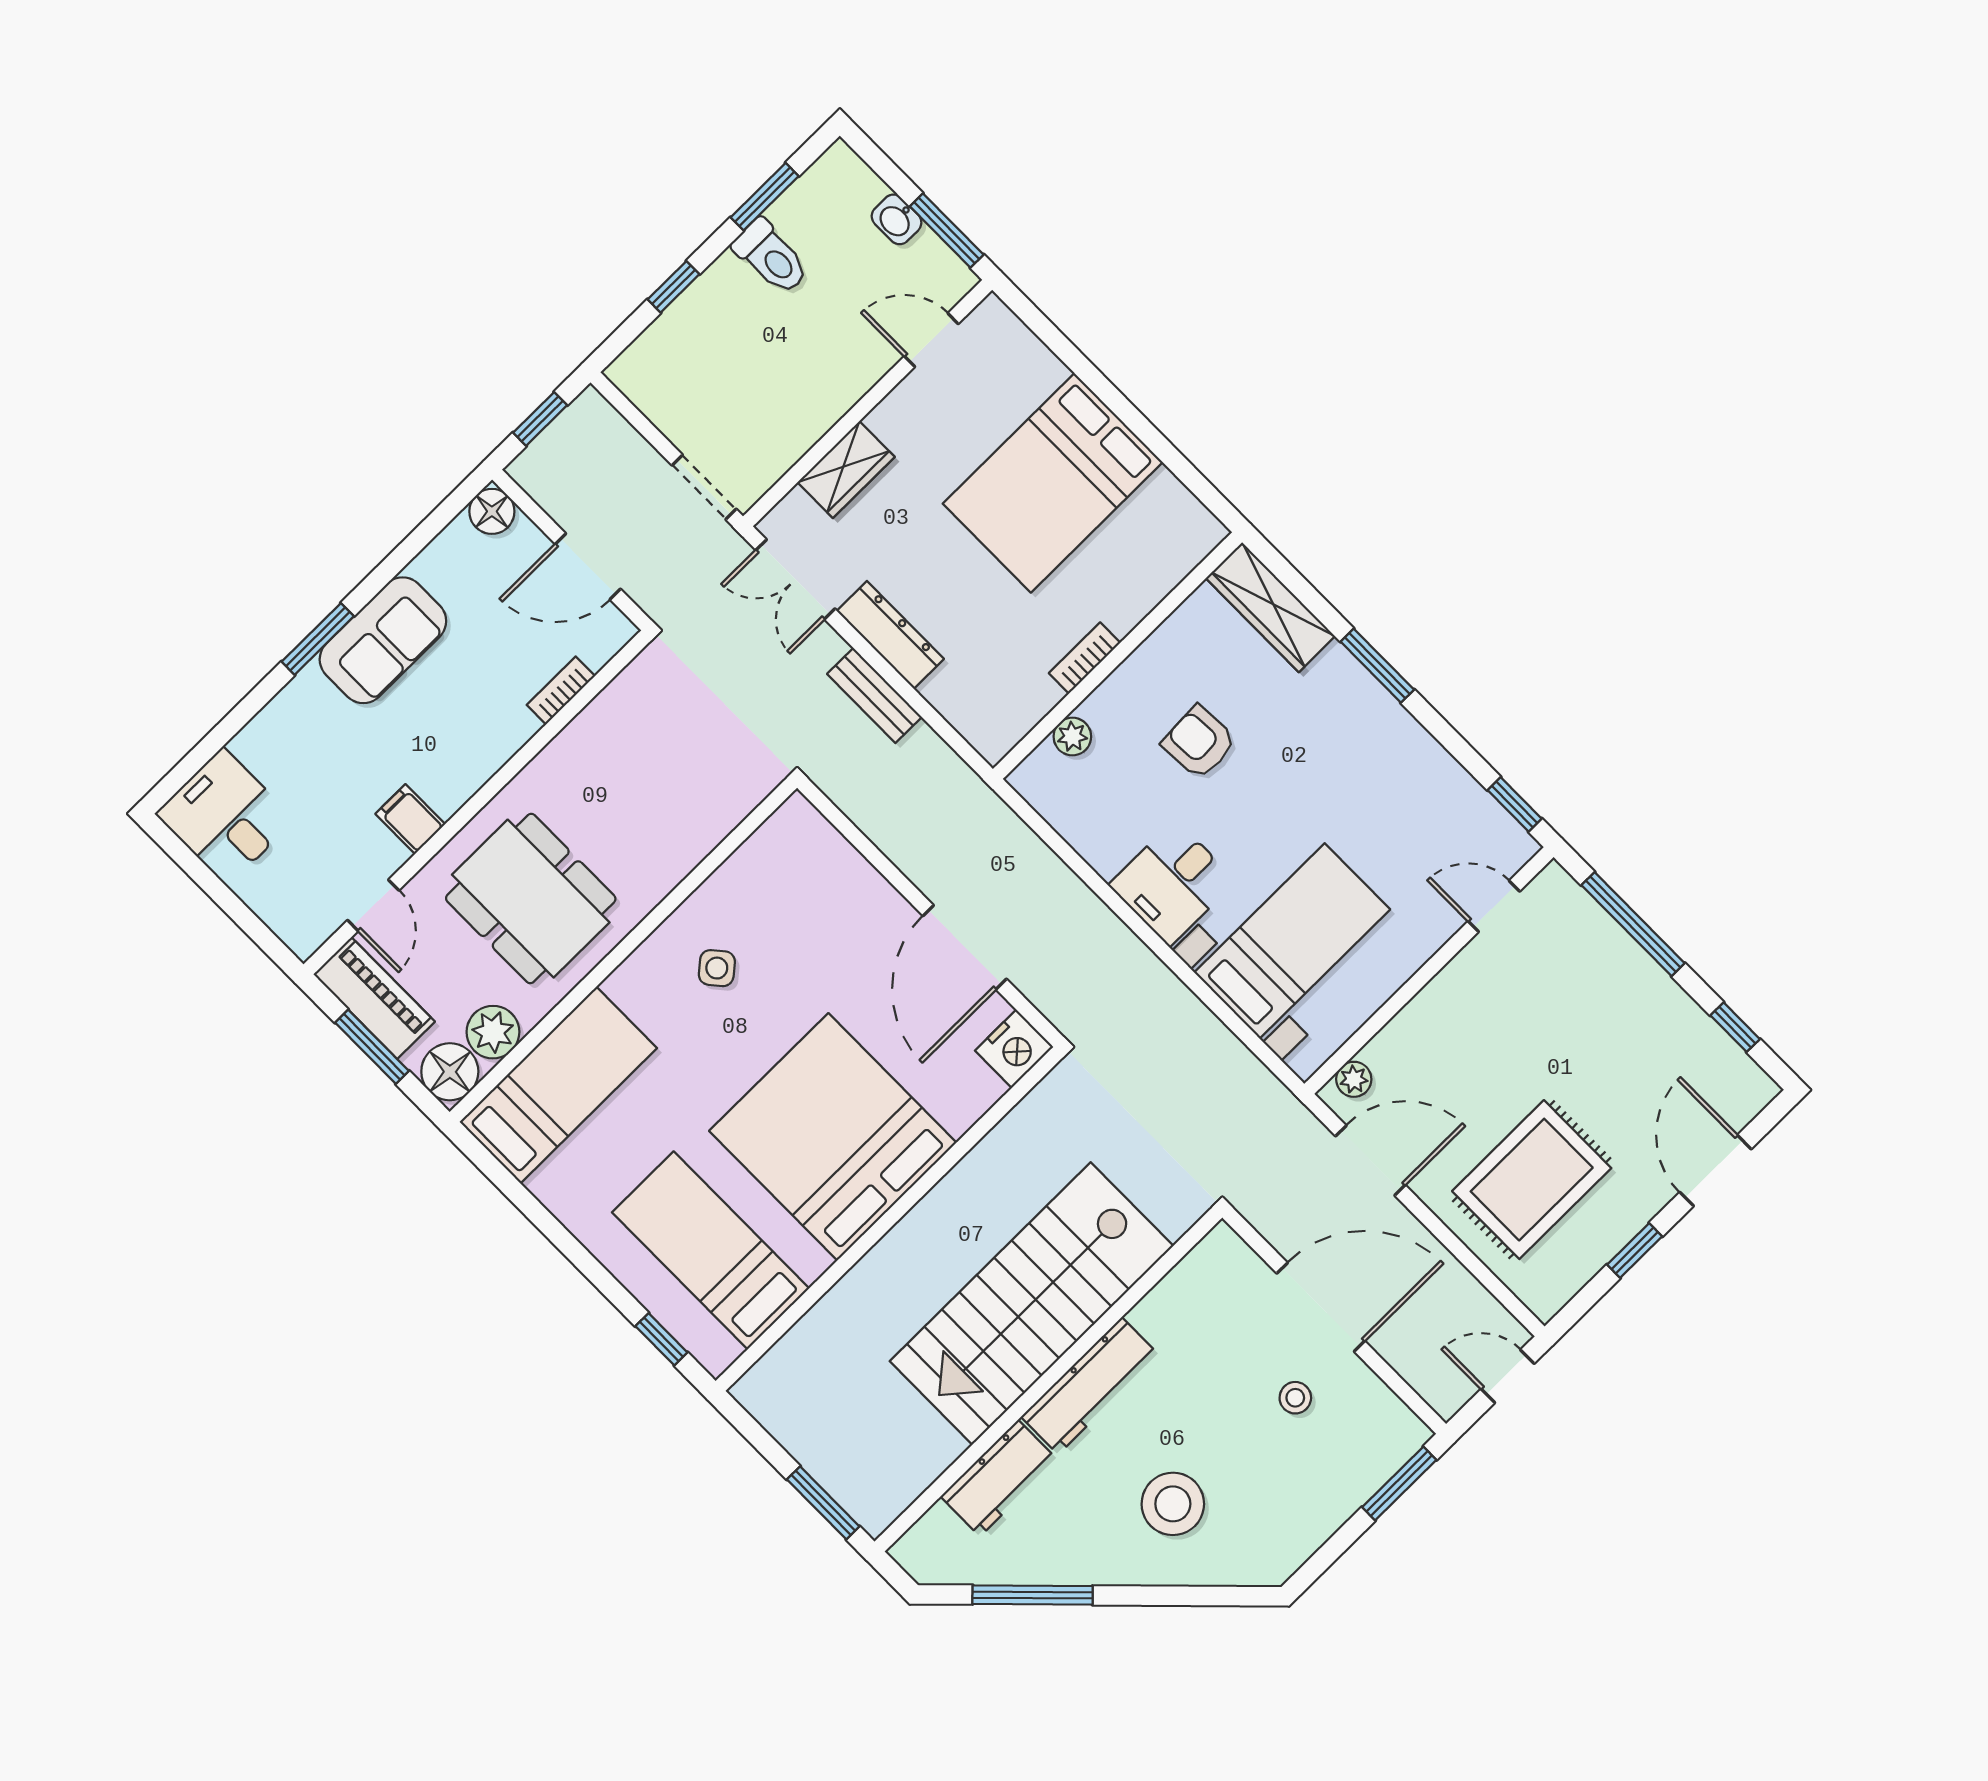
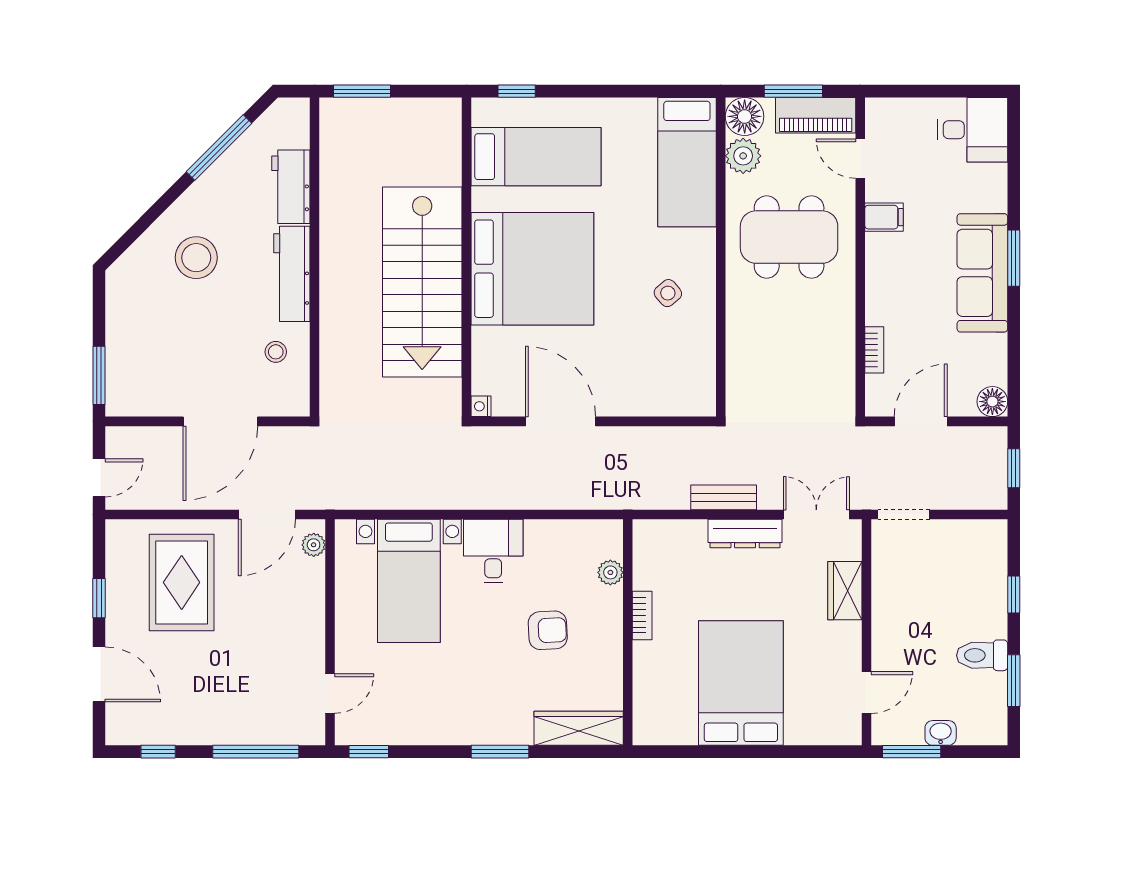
sofa: (383, 640) -> (982, 273), width x1.36
nightstand: (1014, 1049) -> (481, 406), width x0.53, depth x0.56
stairs: (1032, 1304) -> (422, 282), moved, turned 180
stool: (1295, 1398) -> (276, 352), moved

